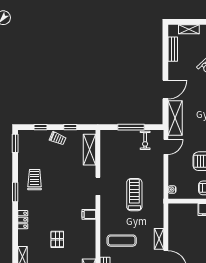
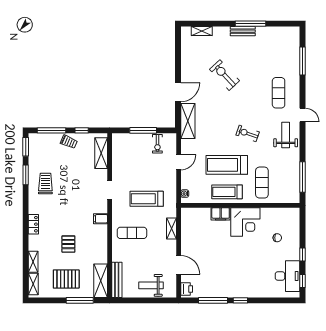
bench: (173, 49) -> (185, 51), removed
window: (41, 127) -> (51, 130), width x2.17
door: (166, 147) -> (179, 162), moved
window: (15, 192) -> (26, 175), moved
treadmill: (134, 195) -> (147, 199), turned -90
shelving: (159, 239) -> (172, 228), moved
exercise mat: (122, 241) -> (132, 233), moved

